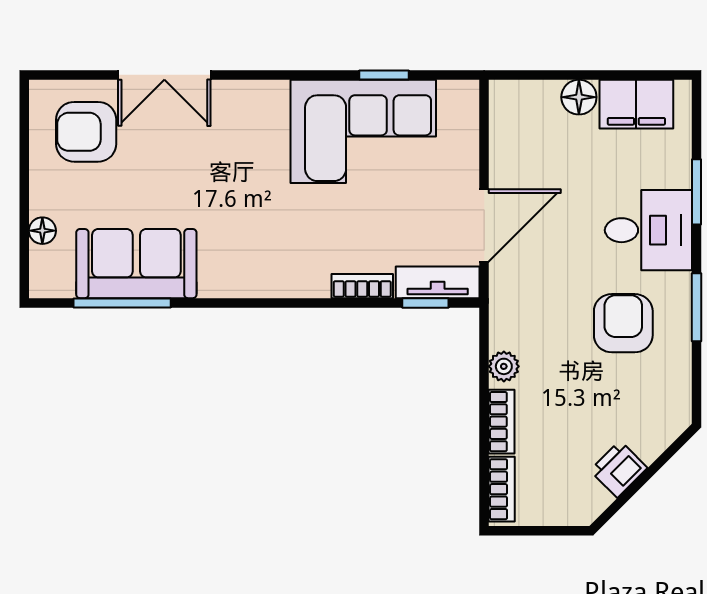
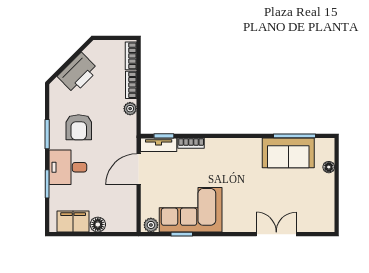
plant: (456, 96) -> (151, 225), added
armchair: (86, 132) -> (310, 210), removed
printer: (619, 469) -> (78, 73), width x1.87, depth x1.48

